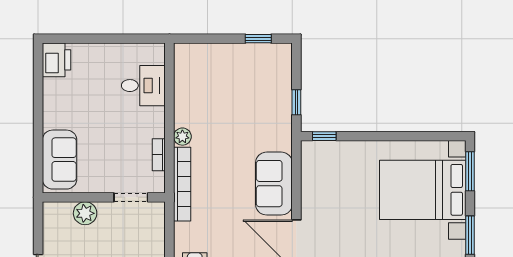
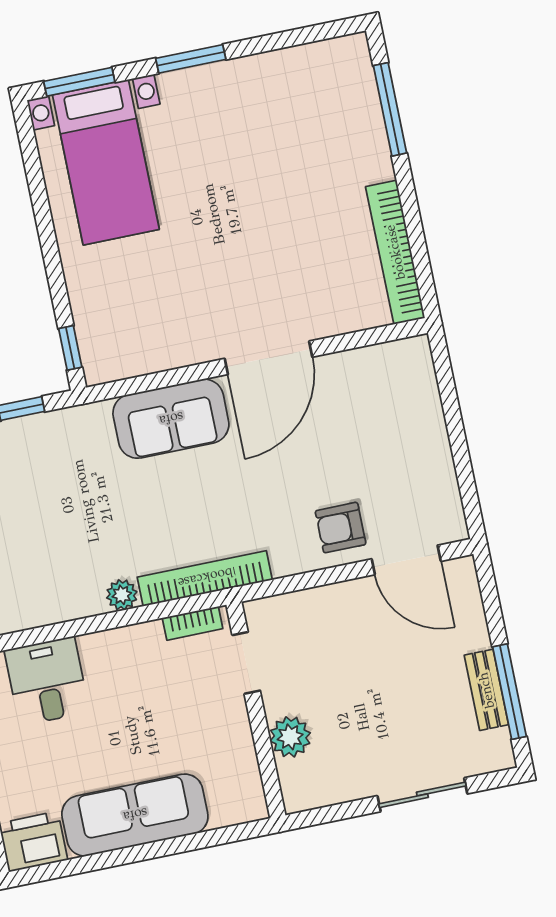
bookcase: (159, 155) -> (193, 623), moved
sofa: (60, 160) -> (135, 815), moved, width x1.36
bed with nightstands: (423, 190) -> (106, 162), width x0.73

